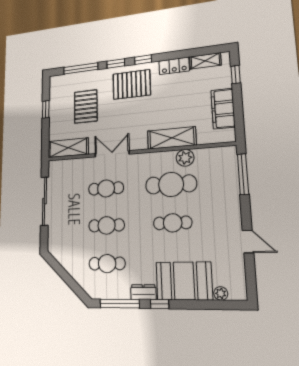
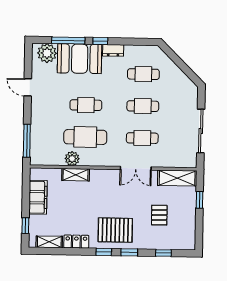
window: (81, 68) -> (163, 253), width x0.46
pallet: (86, 106) -> (159, 215), width x0.67, depth x0.71
window: (46, 109) -> (200, 200), moved
shelving: (172, 138) -> (76, 175), width x0.67, depth x0.75
plant: (221, 293) -> (47, 53), width x1.88, depth x1.88
window: (120, 304) -> (68, 40), moved

